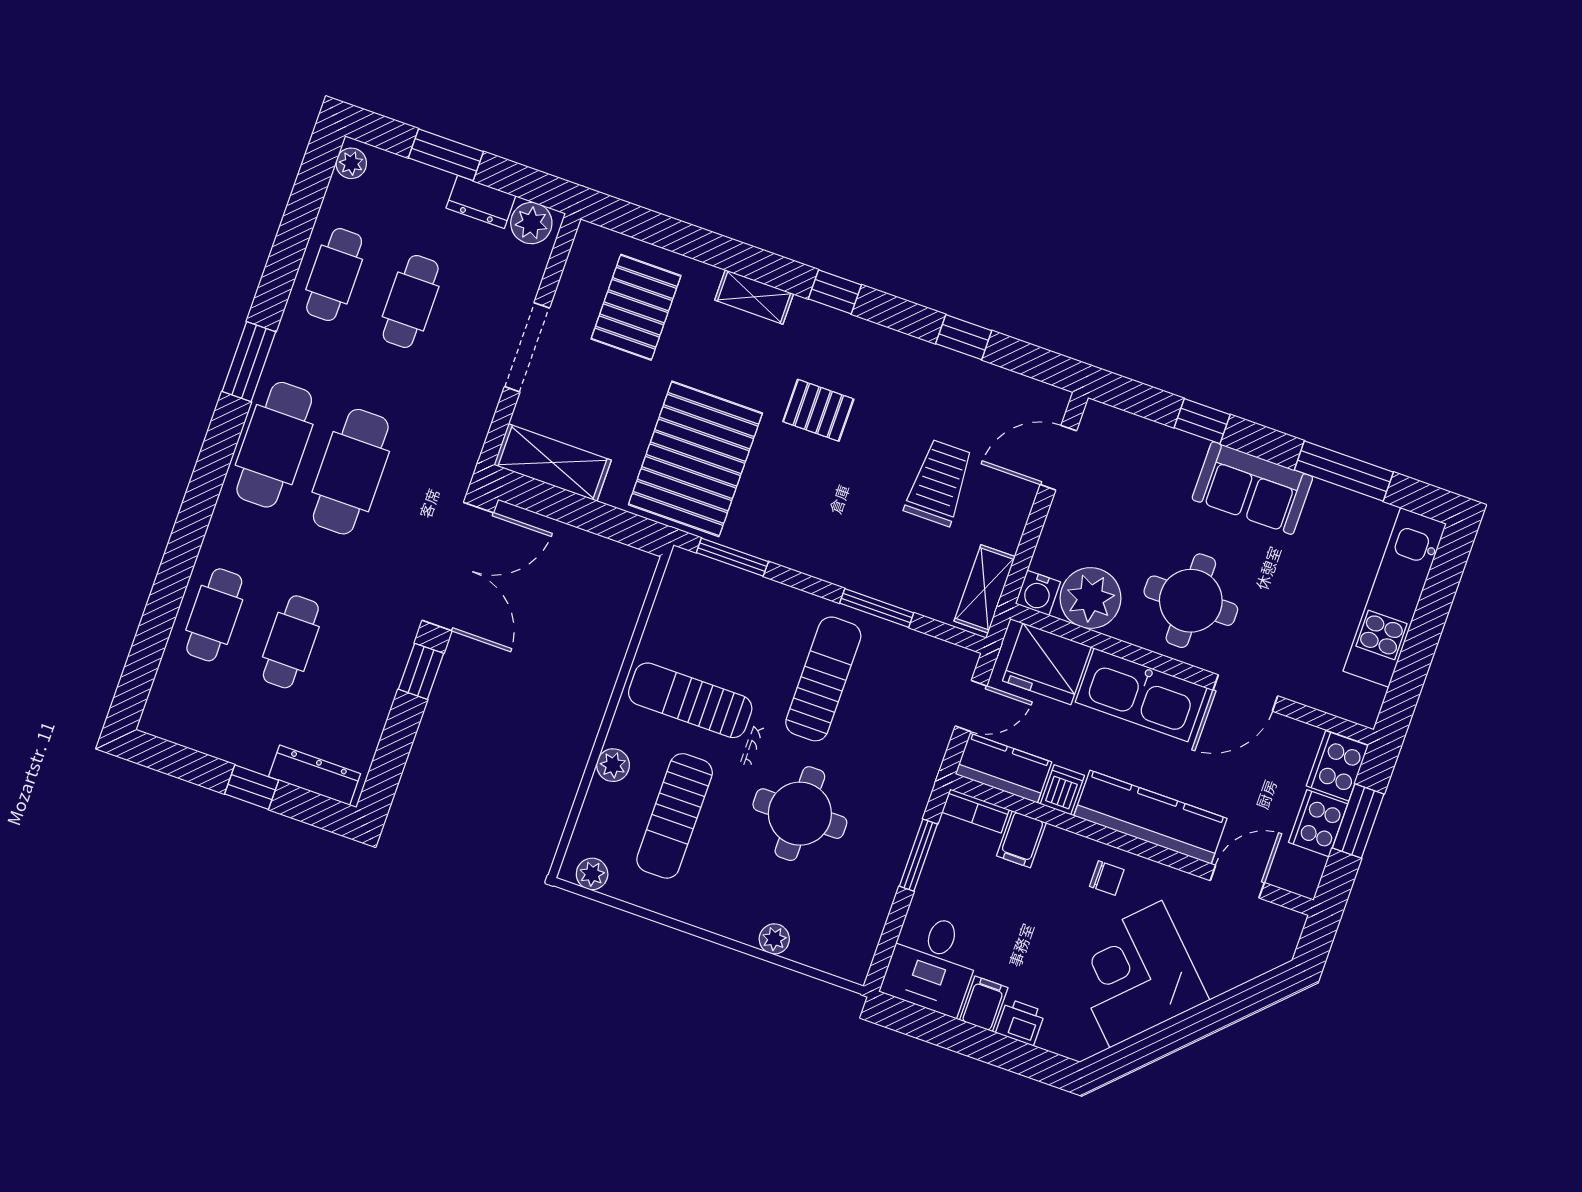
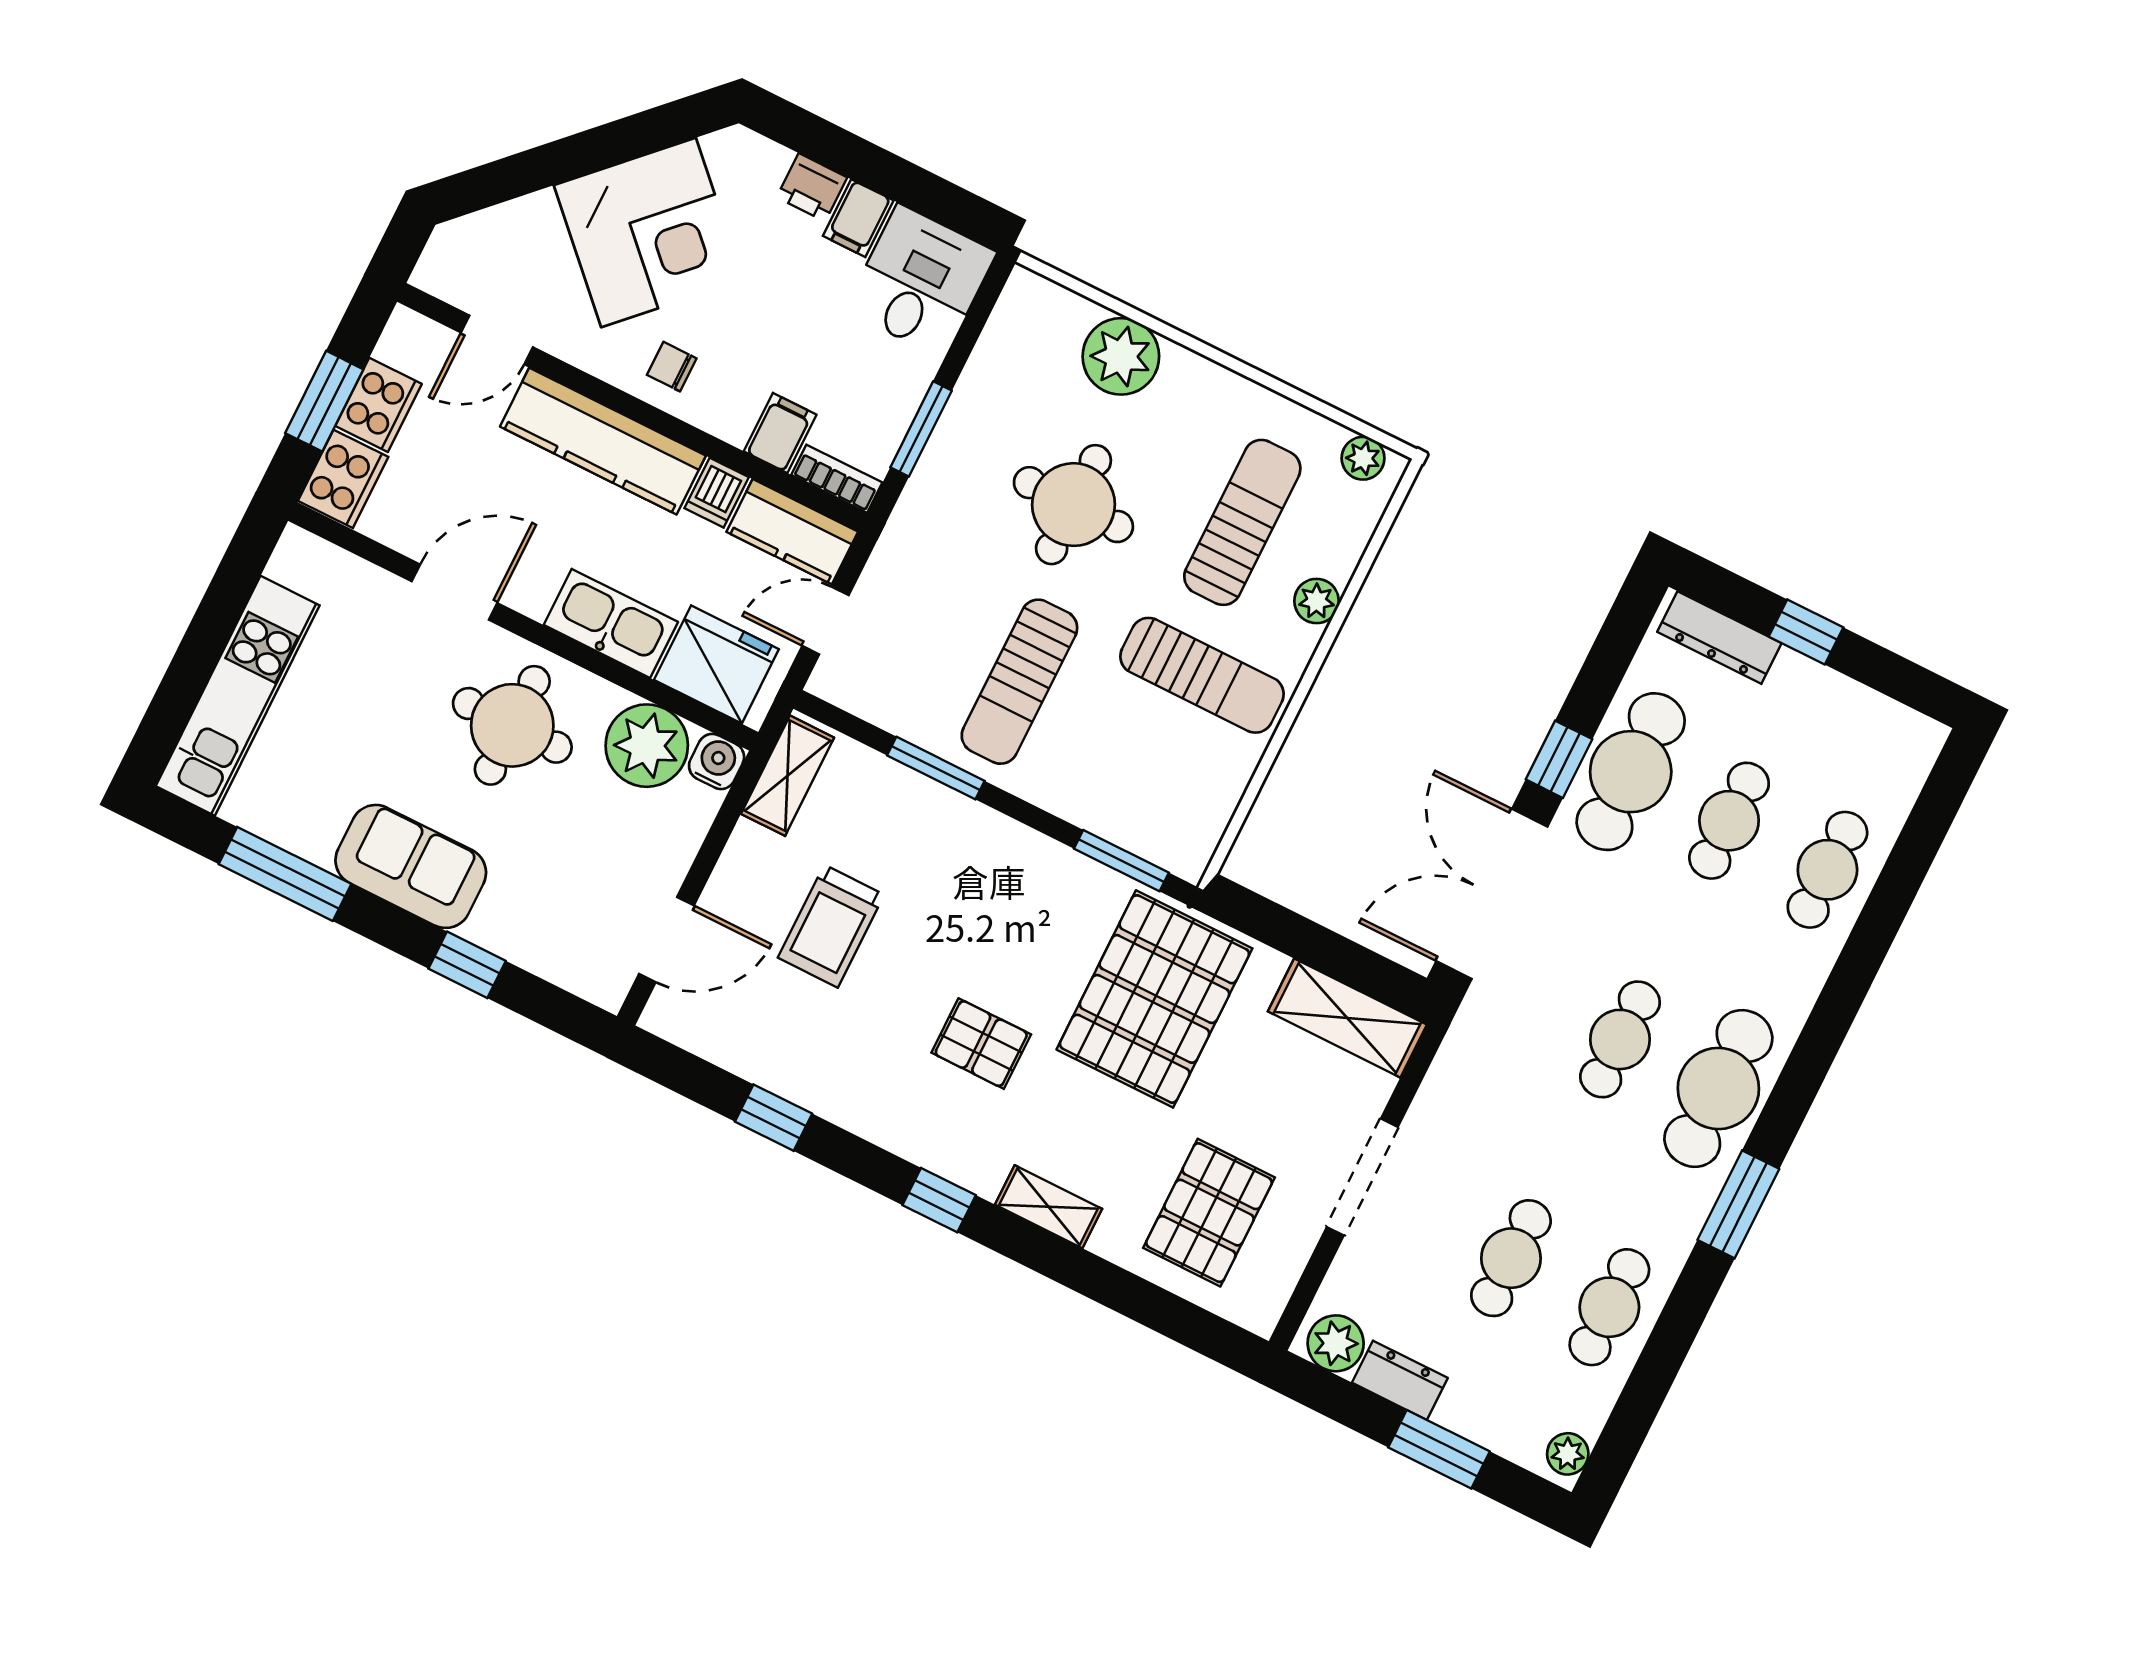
cafe table: (351, 472) -> (1620, 1039), width x0.73, depth x0.74
cafe table: (367, 669) -> (1631, 772), added
kitchen sink: (1141, 695) -> (611, 623), width x0.73, depth x0.81
plant: (774, 939) -> (1121, 356), width x1.87, depth x1.87

